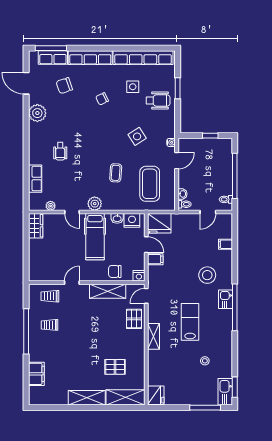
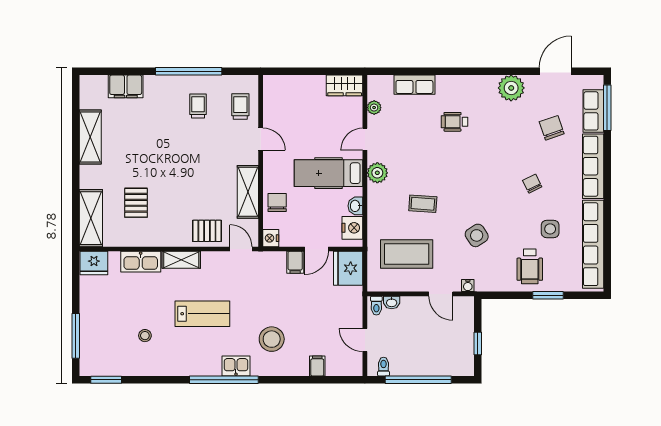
kitchen sink: (225, 392) -> (141, 262), moved, turned 180
shelving: (87, 398) -> (90, 137), moved

